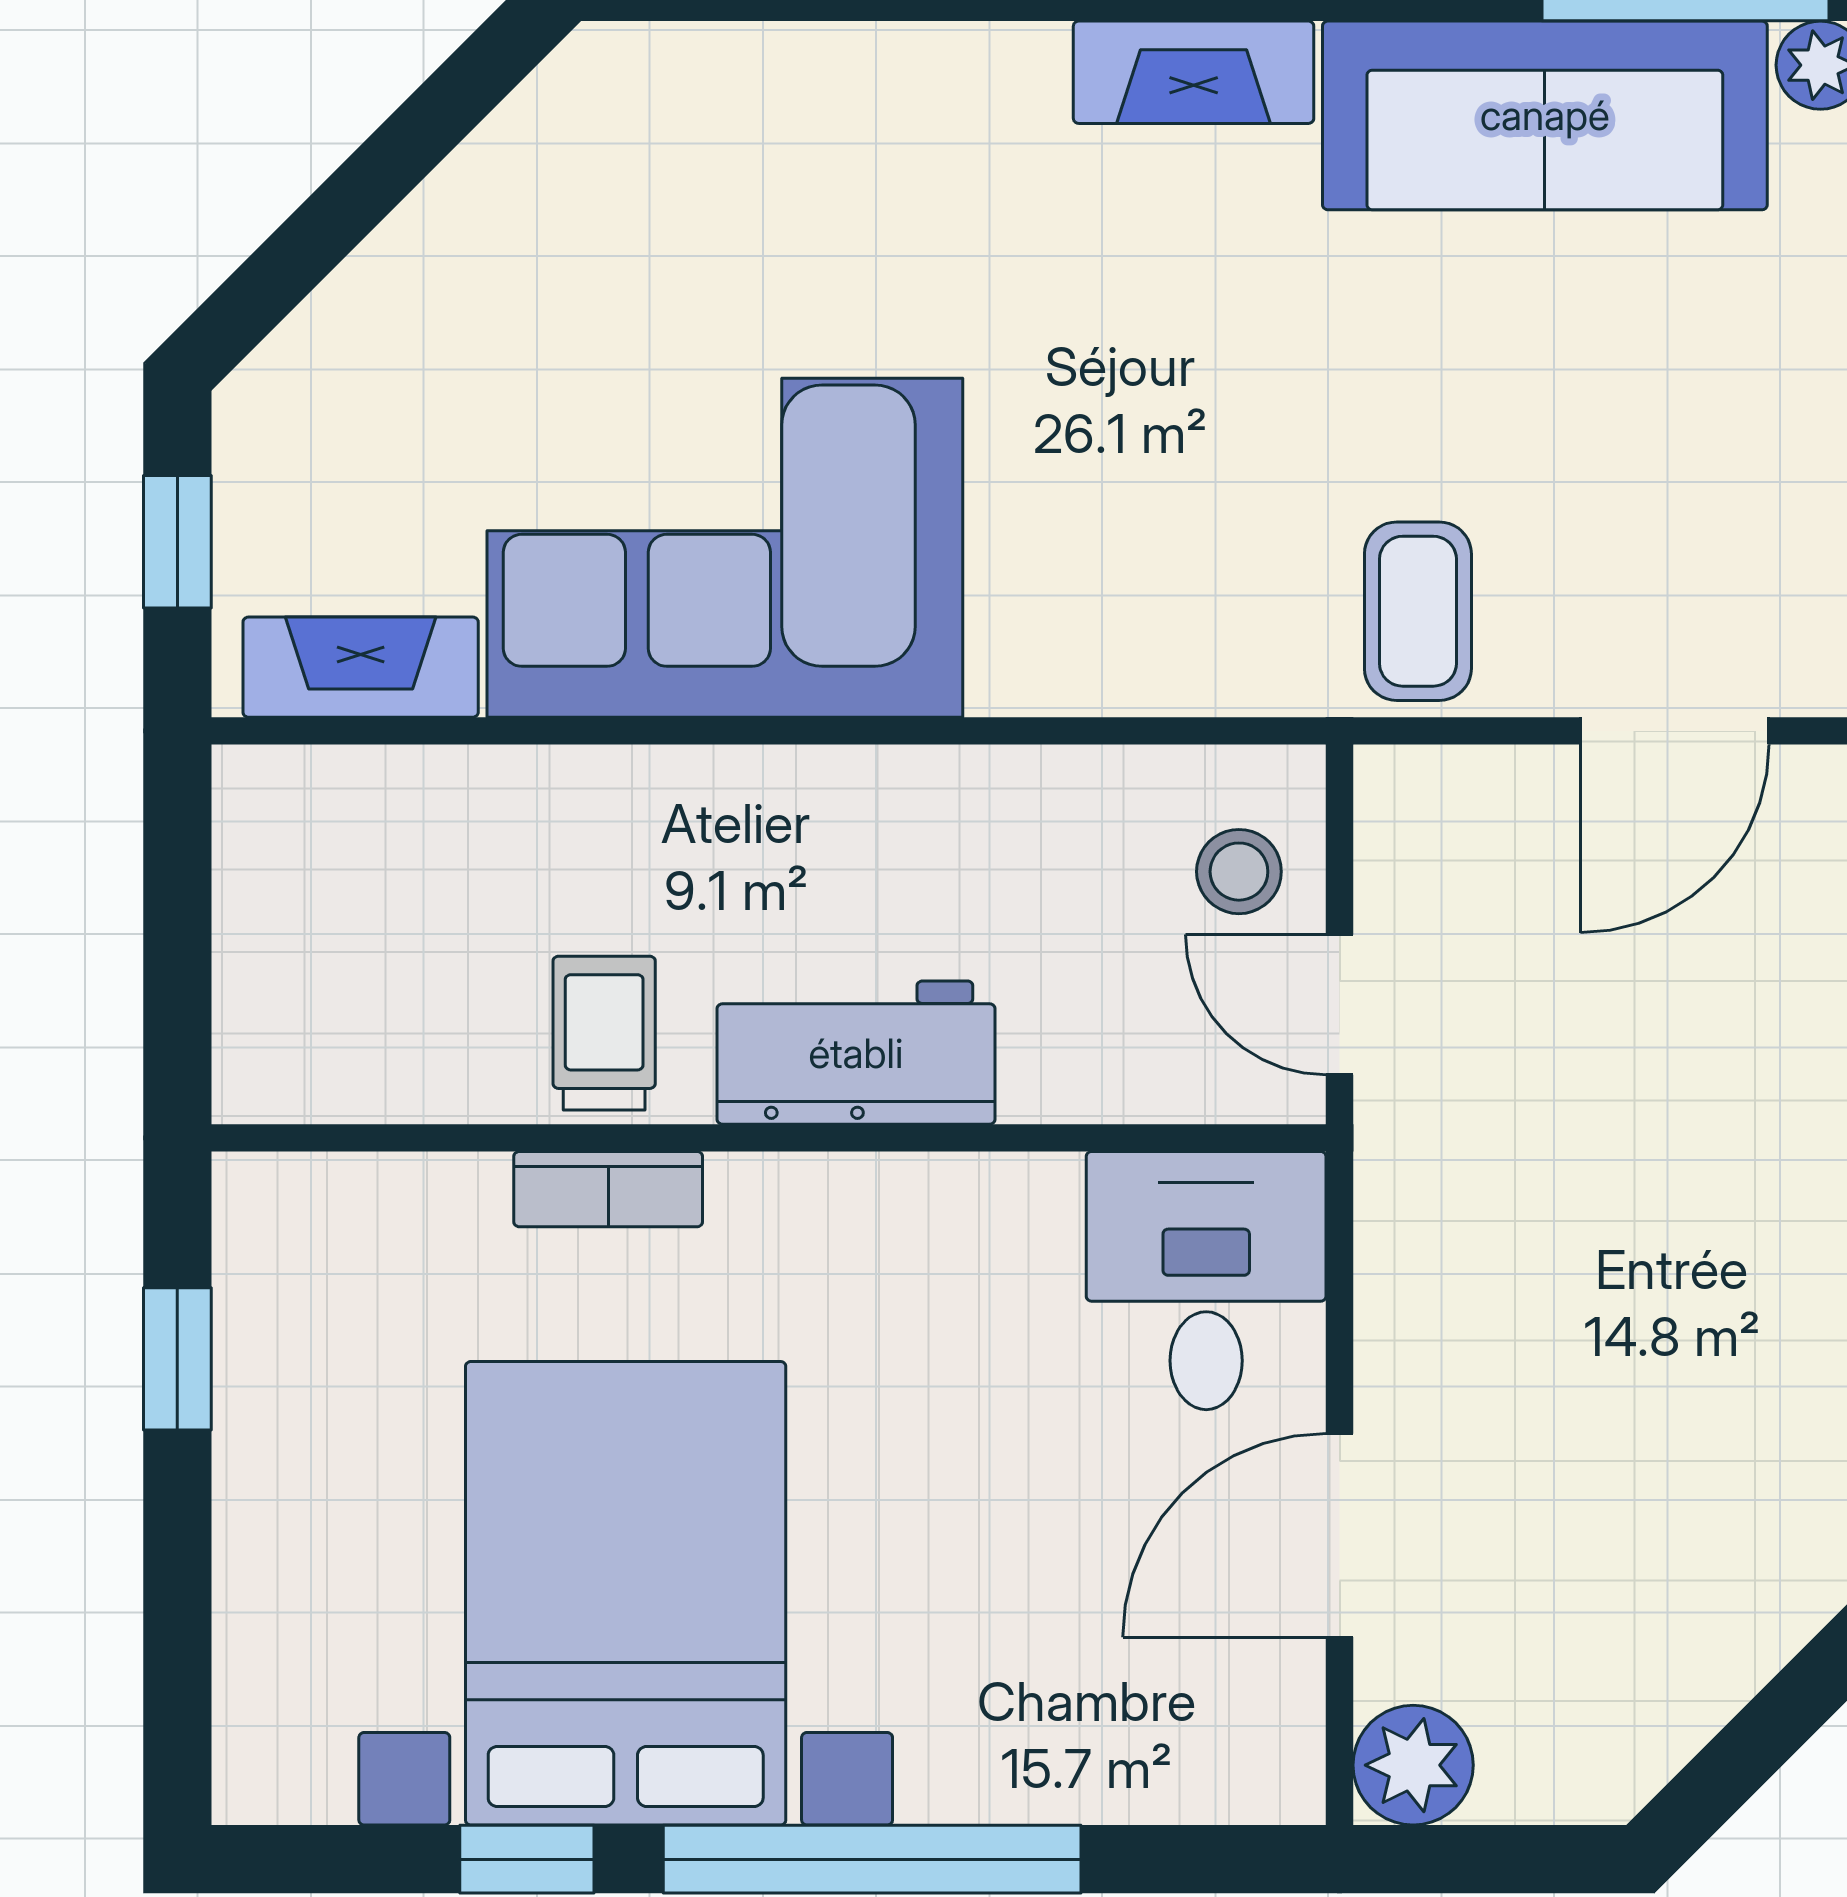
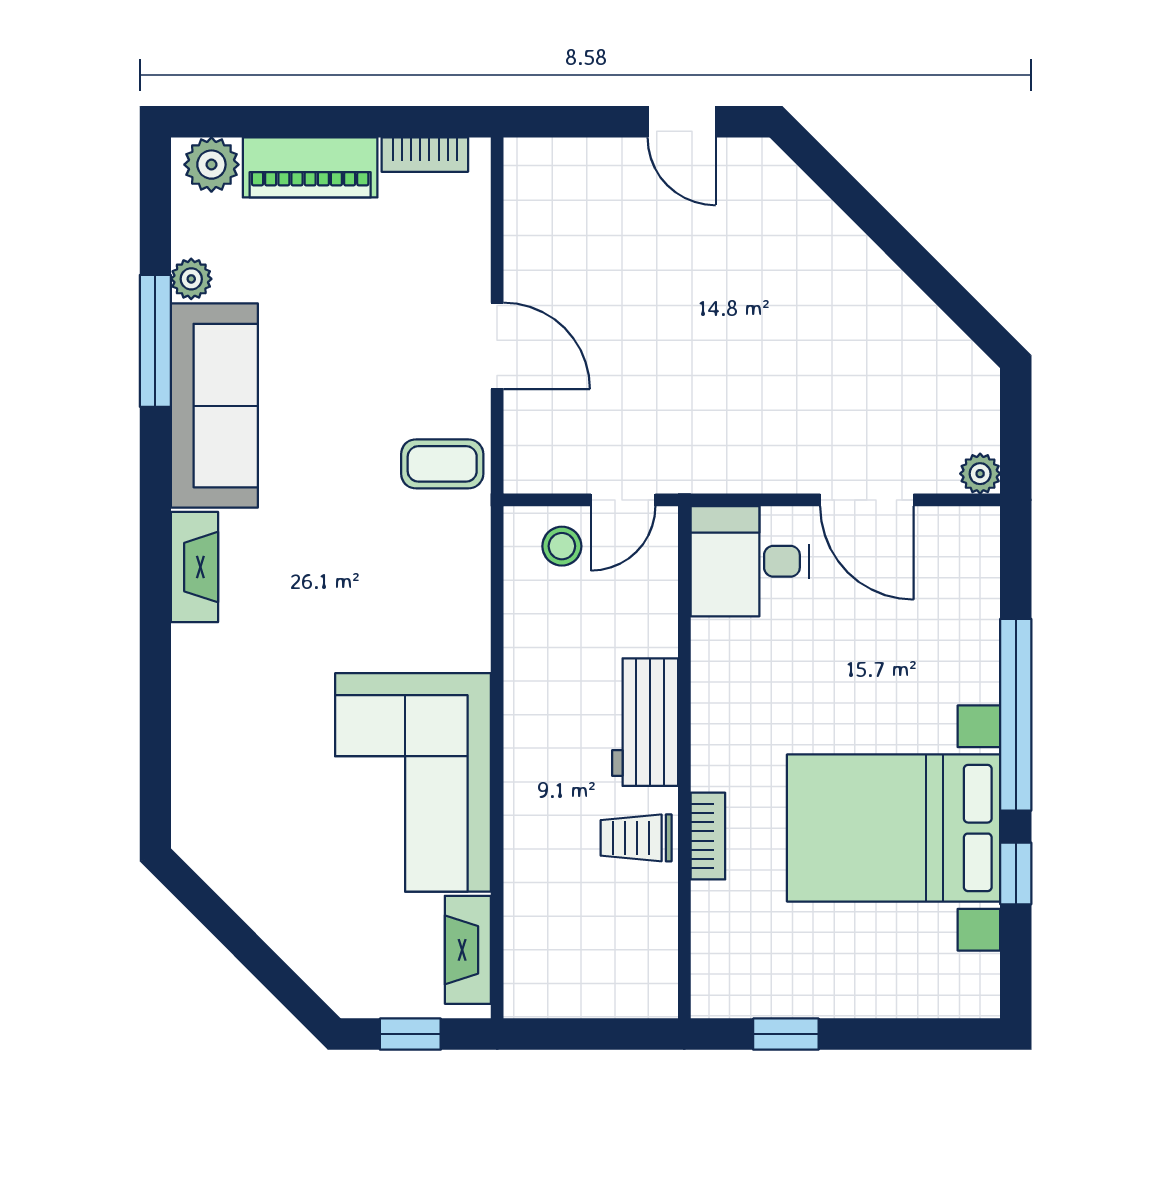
plant: (1413, 1765) -> (980, 474), width x0.73, depth x0.73

